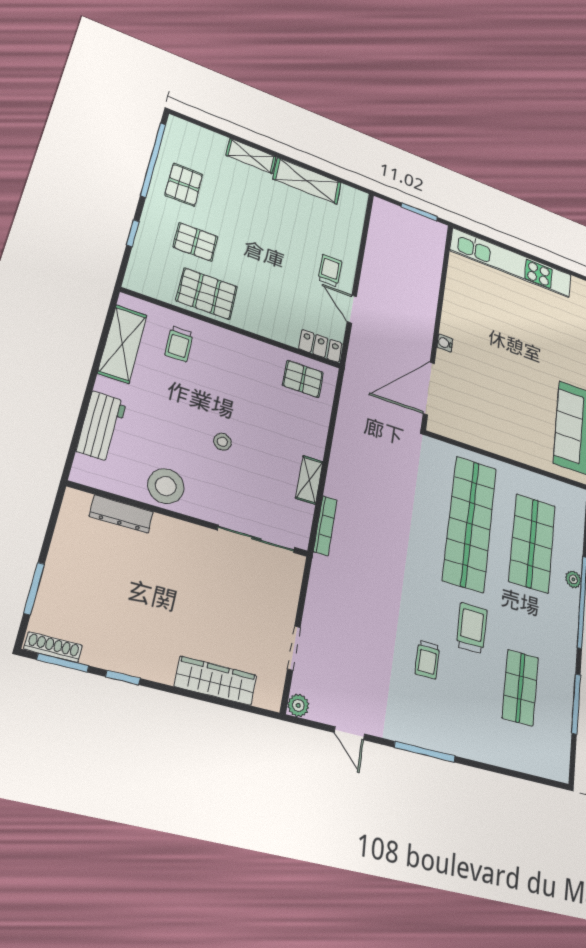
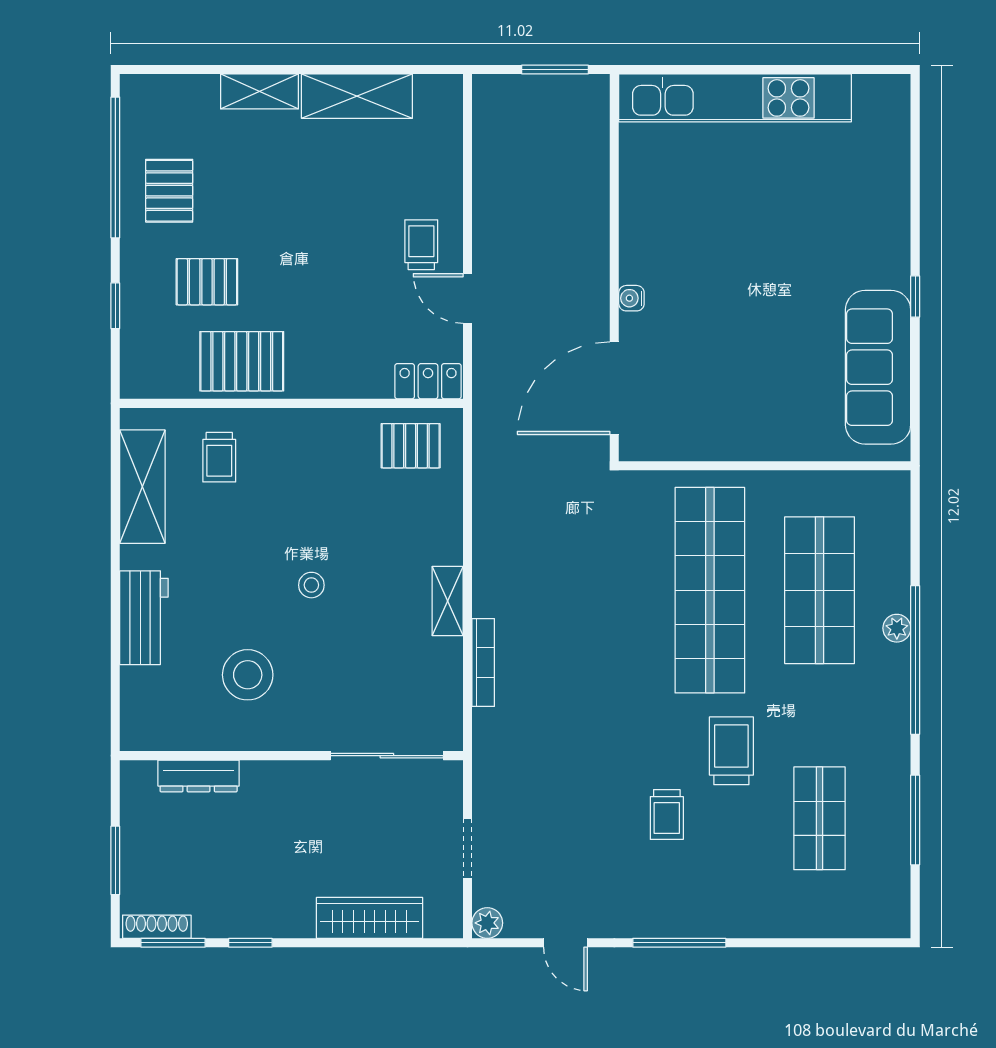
dresser: (121, 514) -> (199, 776), moved
wall: (191, 520) -> (291, 756), moved
sliding door: (256, 539) -> (387, 756), moved

